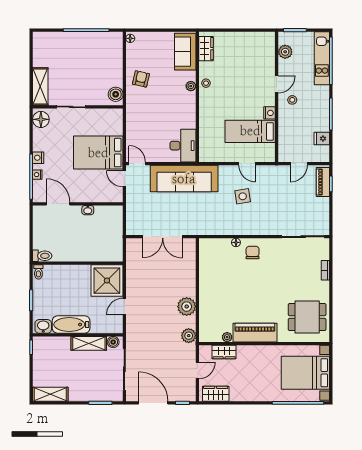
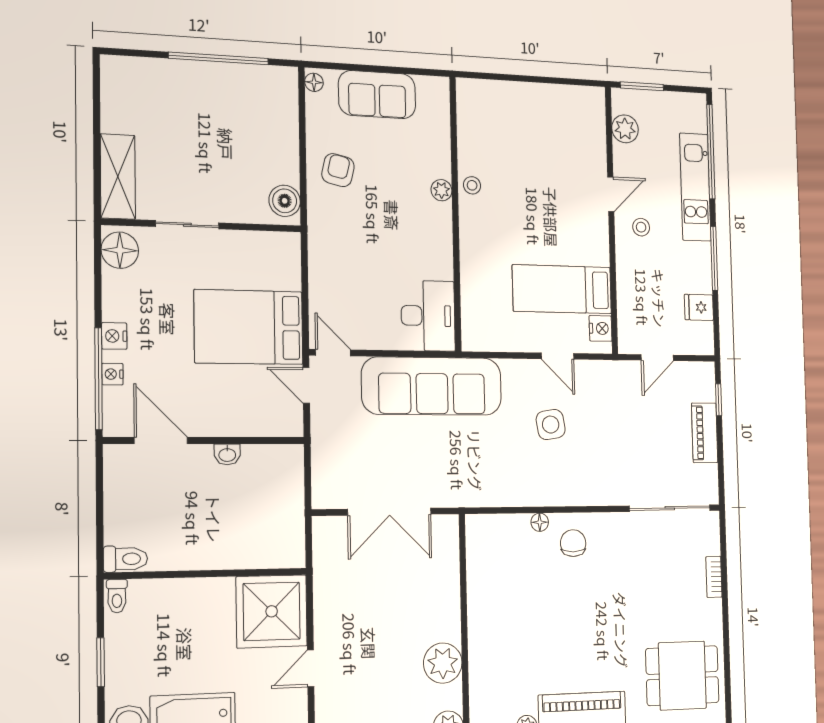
wardrobe: (206, 49) -> (470, 113), removed
sofa: (185, 52) -> (377, 95), moved, turned -90
kitchen unit: (322, 58) -> (695, 187), moved
nightstand: (270, 113) -> (601, 328), moved
piano: (323, 182) -> (705, 433), moved

